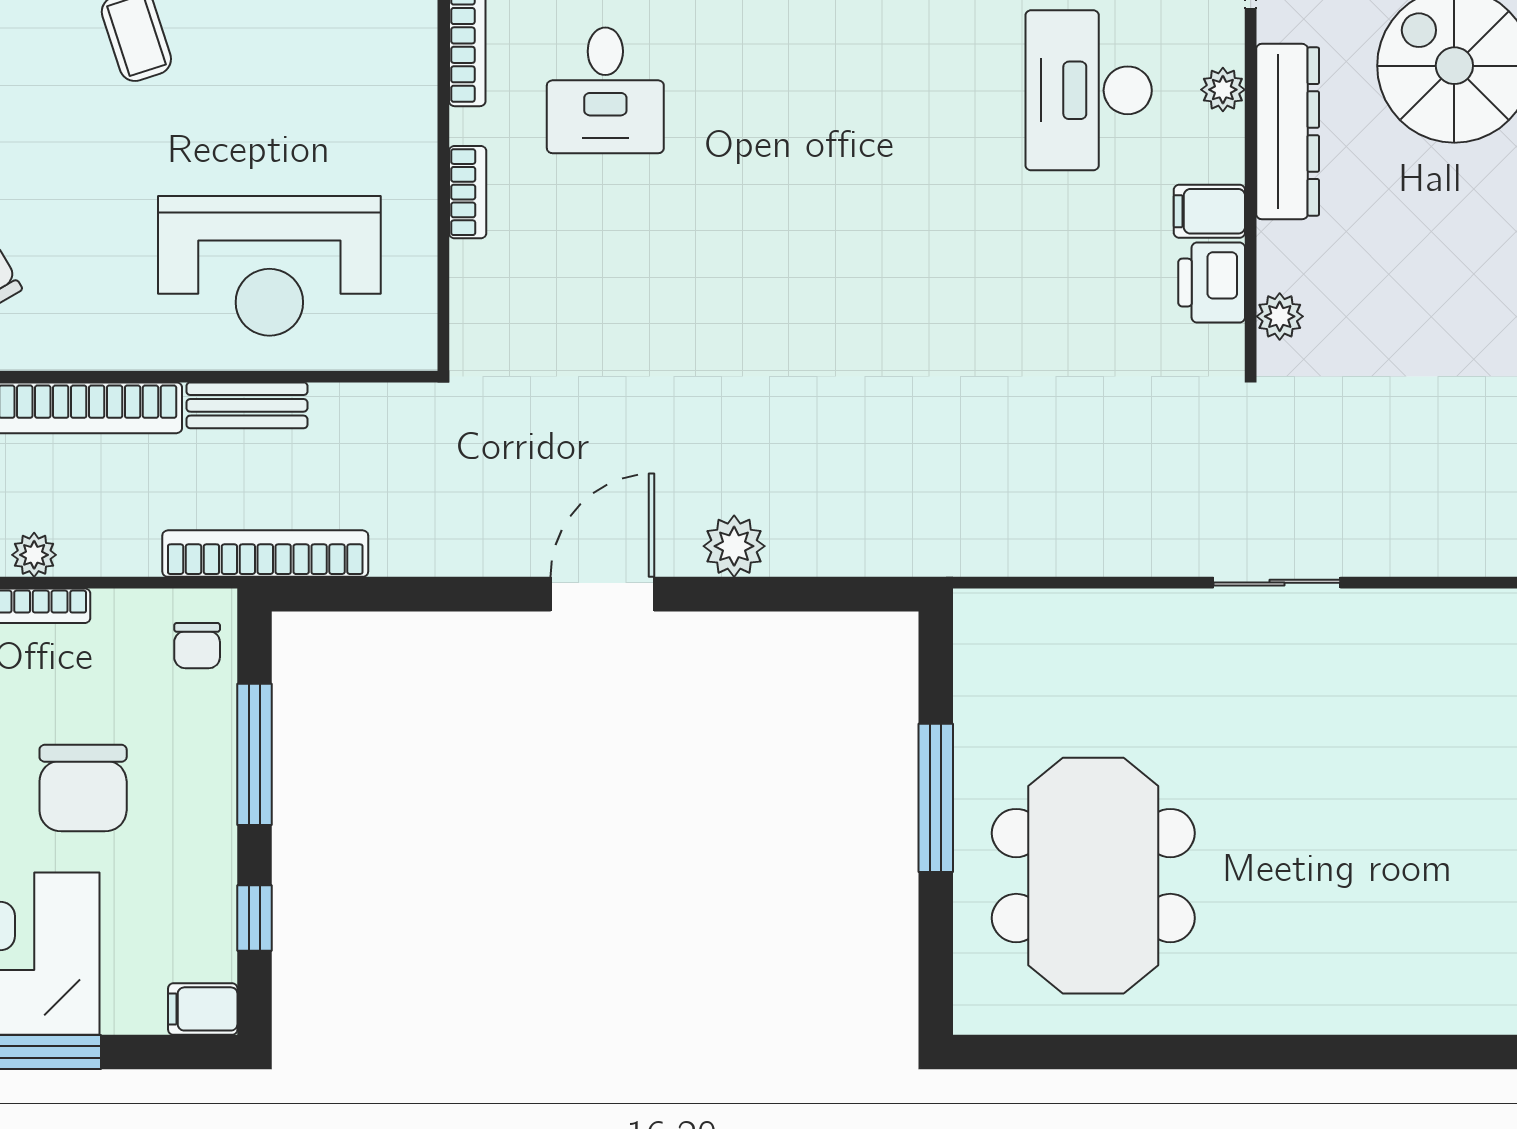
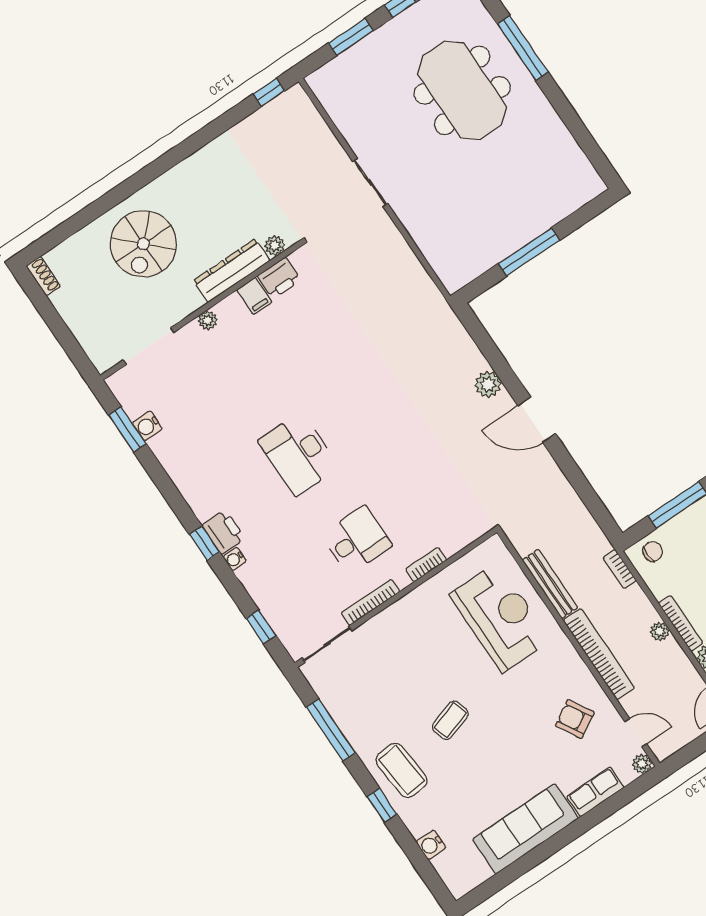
desk: (1089, 90) -> (299, 454), moved, turned 90
dresser: (1288, 132) -> (232, 271), moved
bench: (247, 405) -> (550, 584), width x1.36
bookcase: (265, 554) -> (620, 569), width x0.43, depth x0.76
meeting table: (1093, 876) -> (462, 90), moved, turned 90
window: (1337, 1052) -> (523, 48), added

